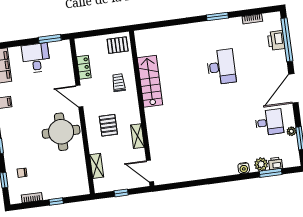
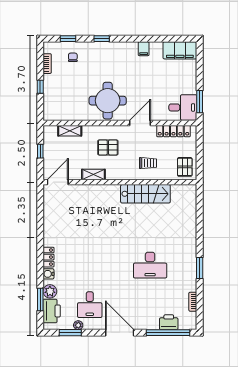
desk: (36, 58) -> (183, 107), moved
locker: (84, 67) -> (173, 131), width x1.53
printer: (275, 163) -> (52, 311), width x1.87, depth x1.48
locker: (227, 170) -> (49, 257), added

